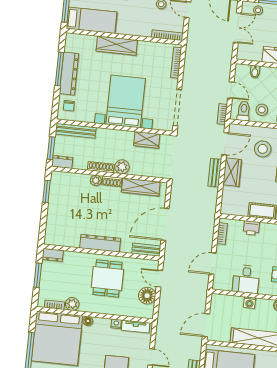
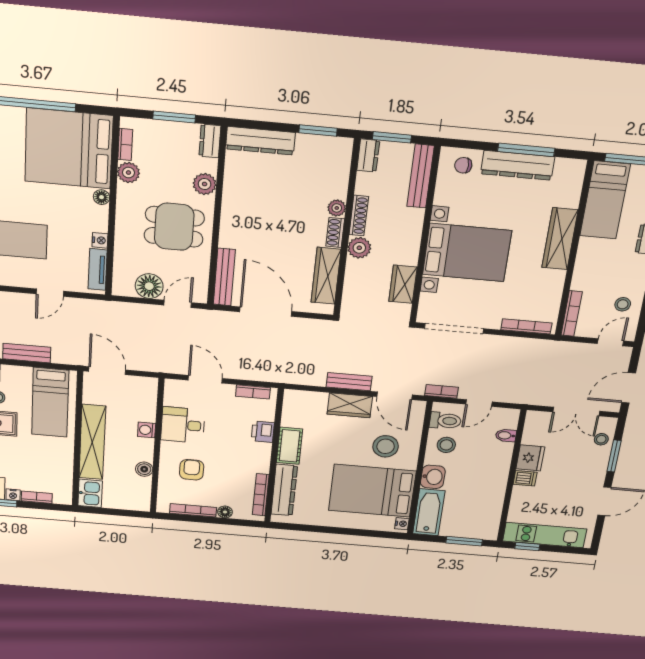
dresser: (100, 243) -> (260, 141), moved, turned 90
bench: (146, 250) -> (224, 277), width x1.36
plant: (80, 259) -> (205, 184), added

